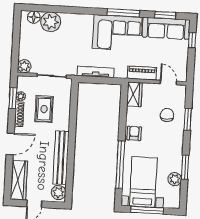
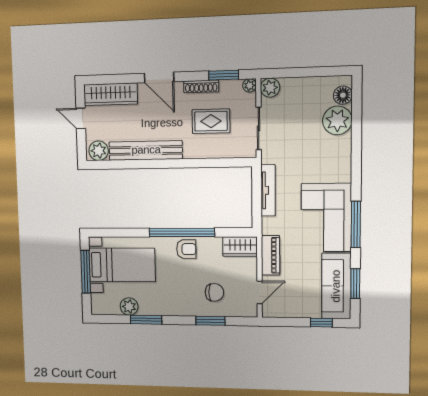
plant: (21, 96) -> (249, 85), moved
window: (120, 165) -> (182, 232), moved

